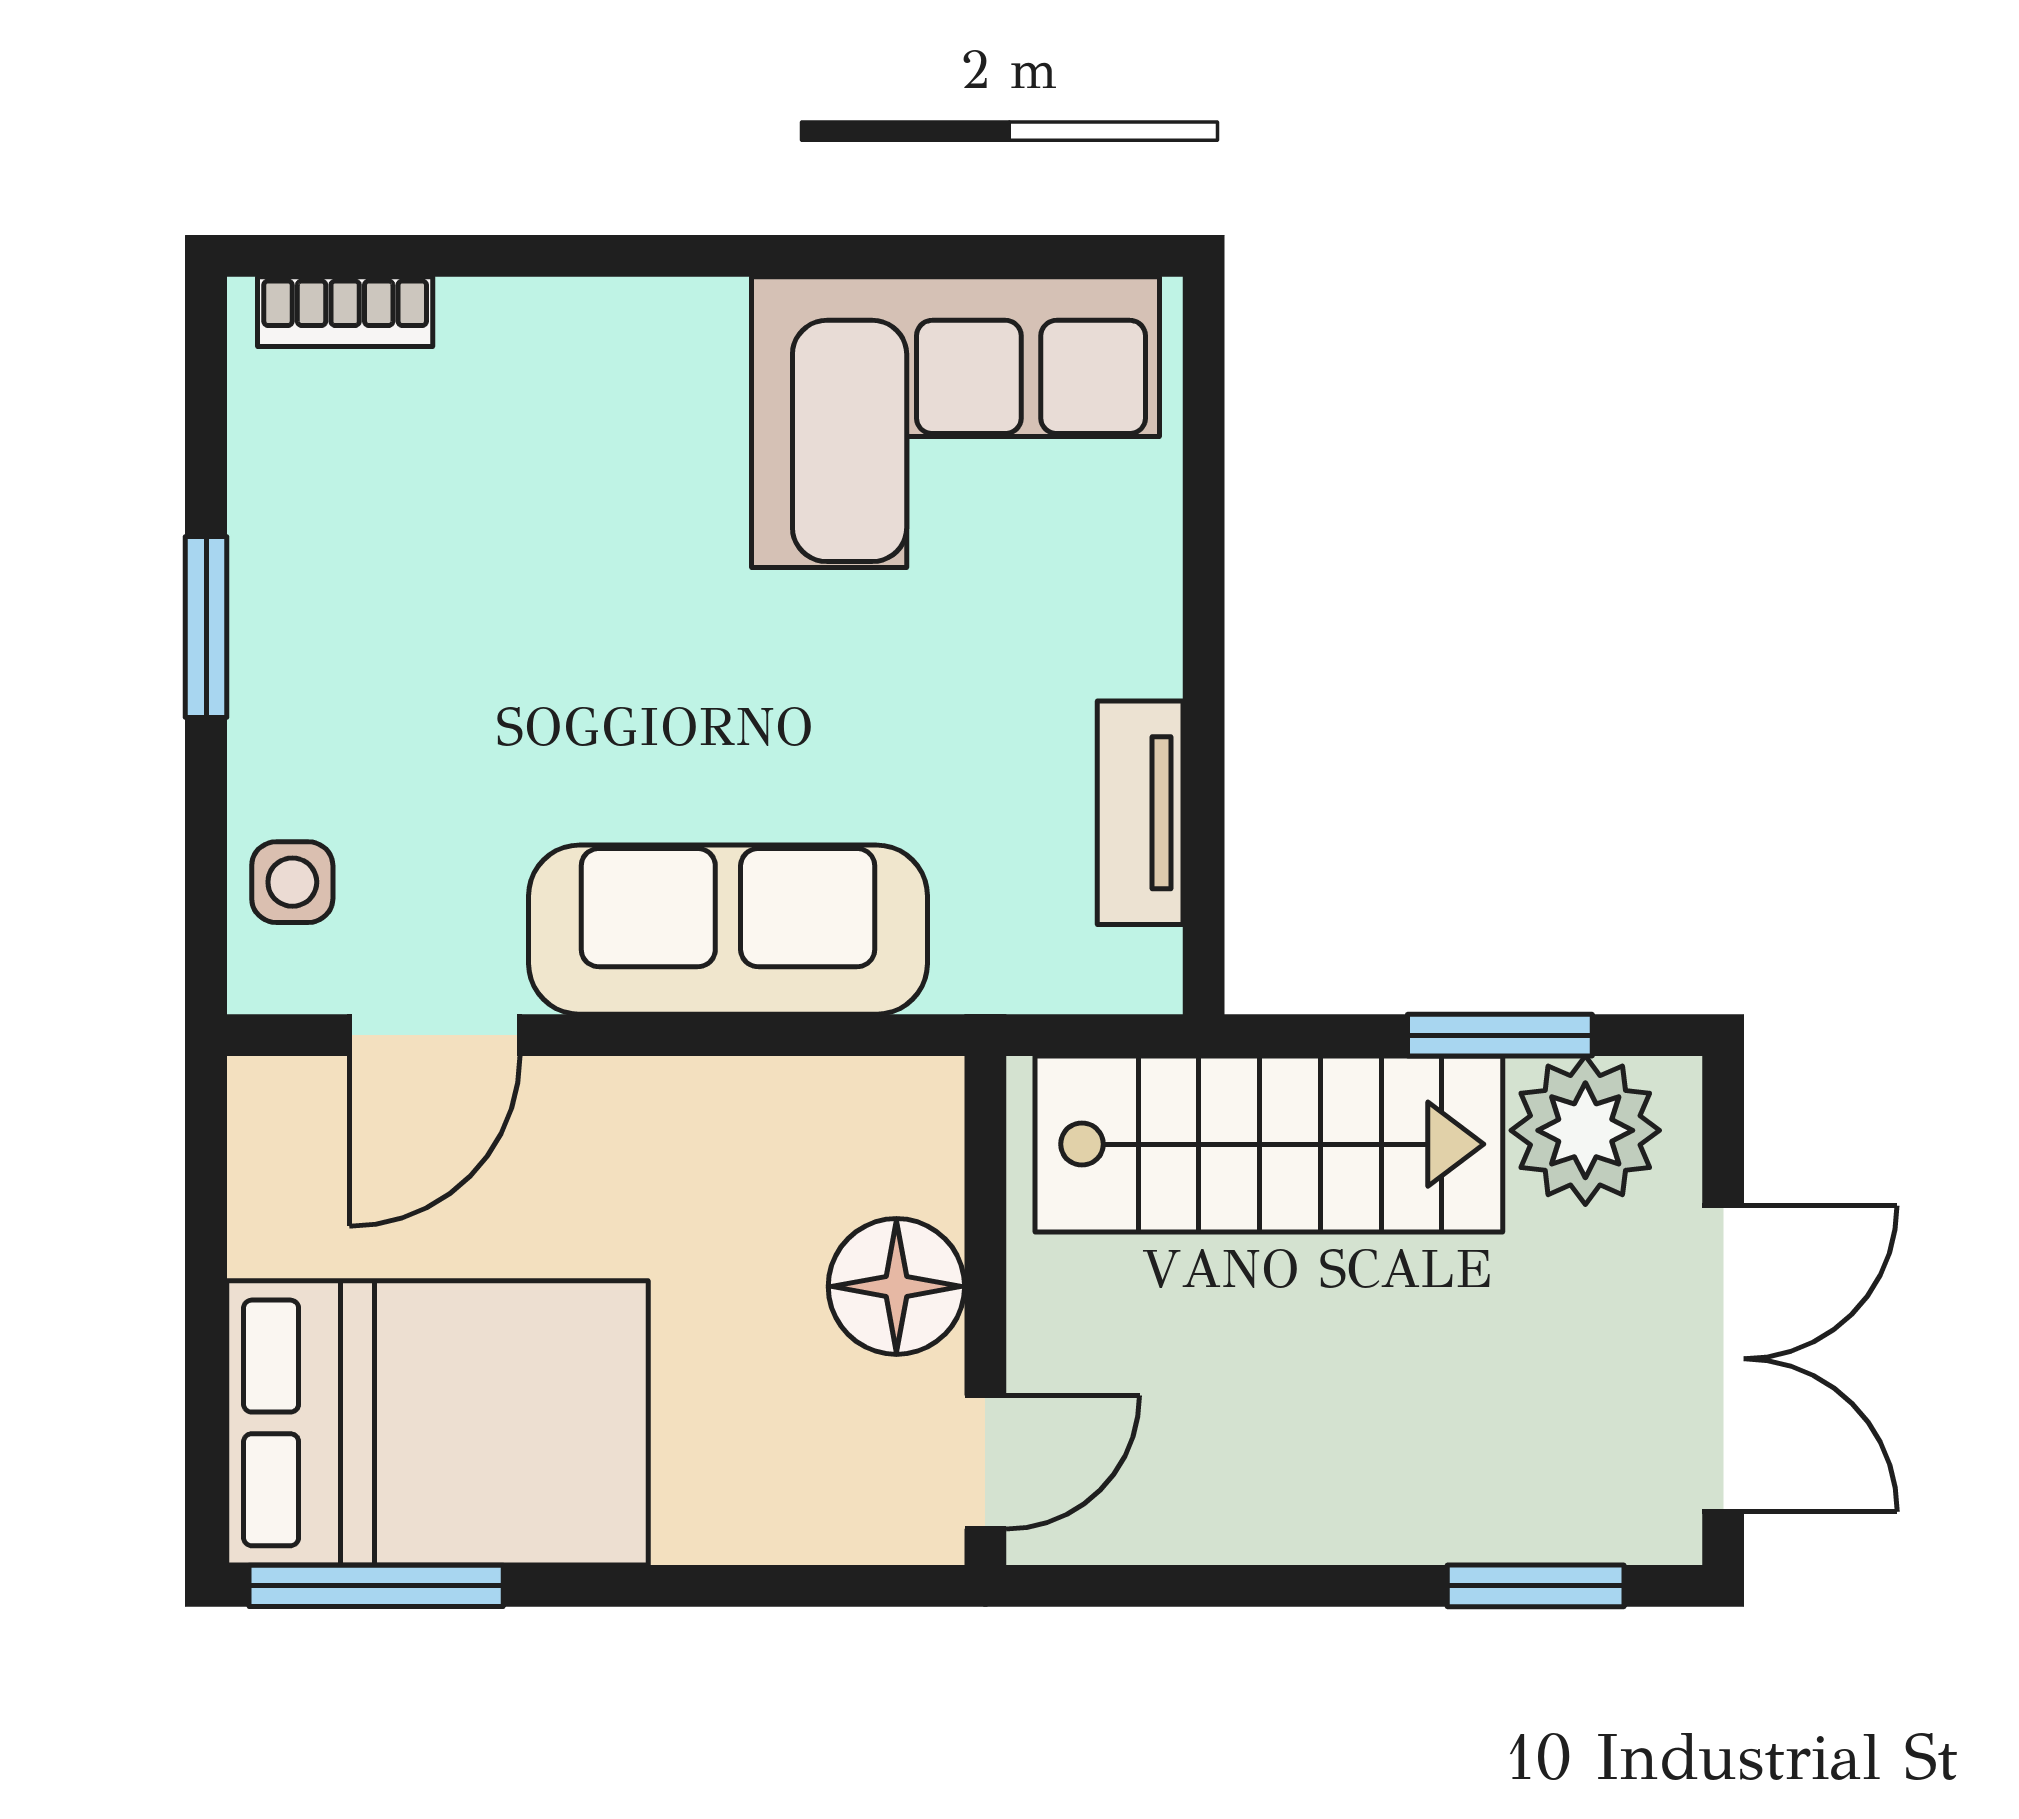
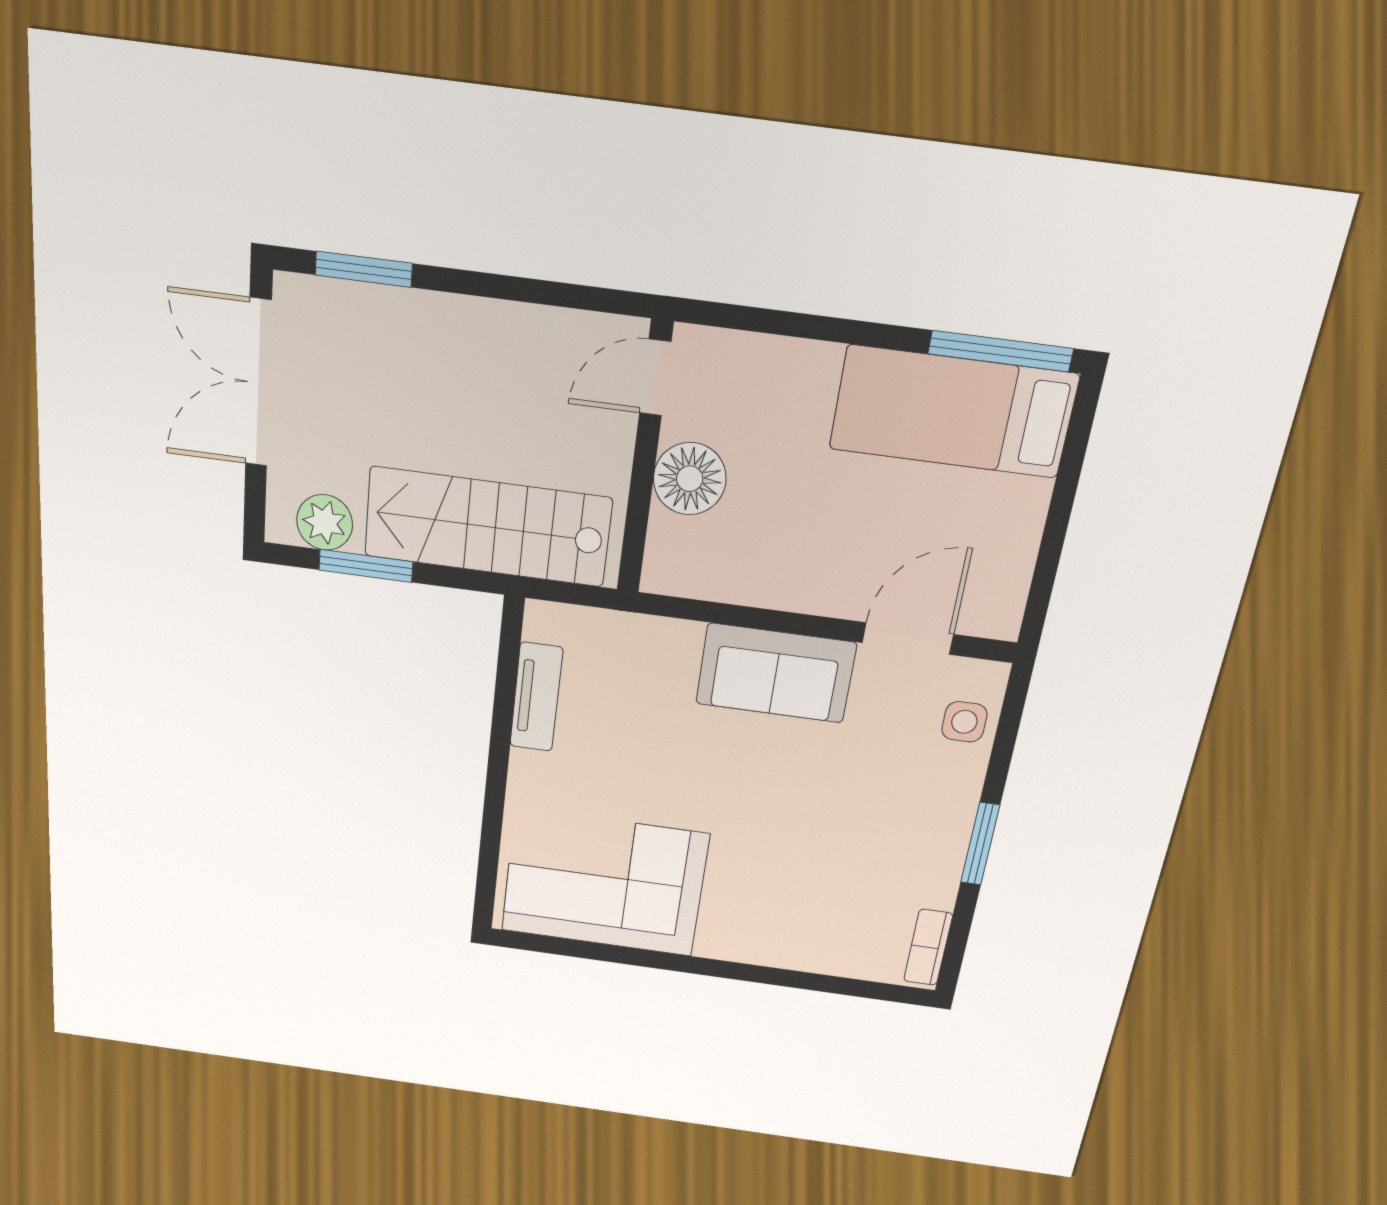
bookcase: (345, 312) -> (928, 947), moved, turned -90
sofa: (728, 930) -> (776, 673), width x0.73
plant: (1585, 1130) -> (325, 522), width x0.73, depth x0.73
bed: (437, 1423) -> (953, 412), width x0.67

